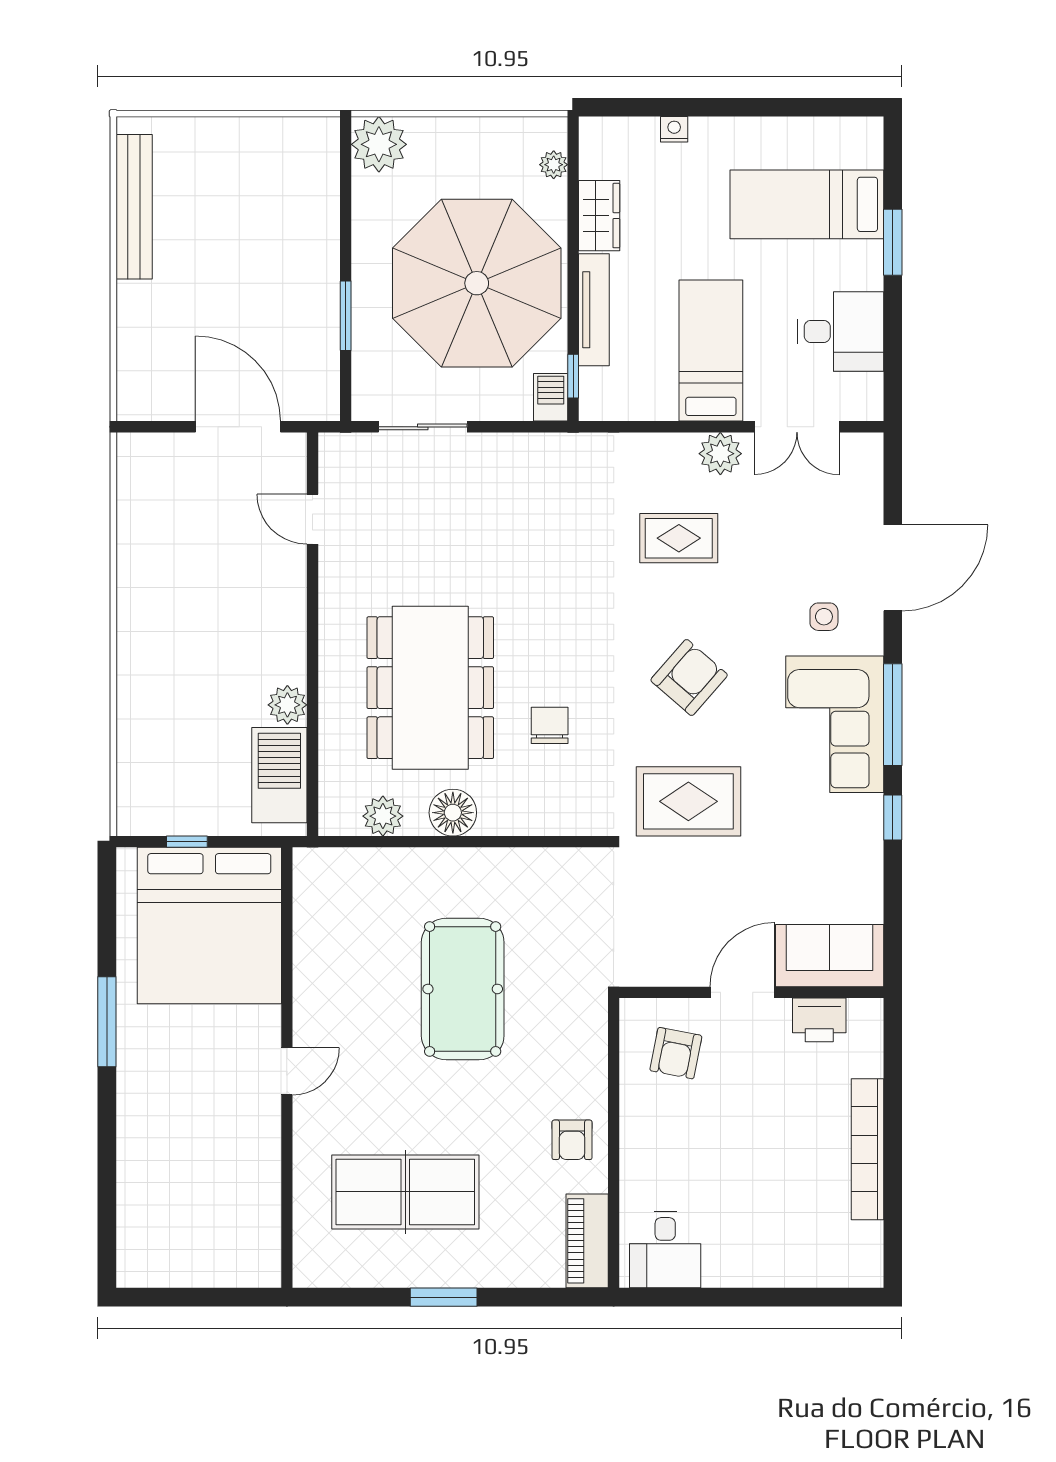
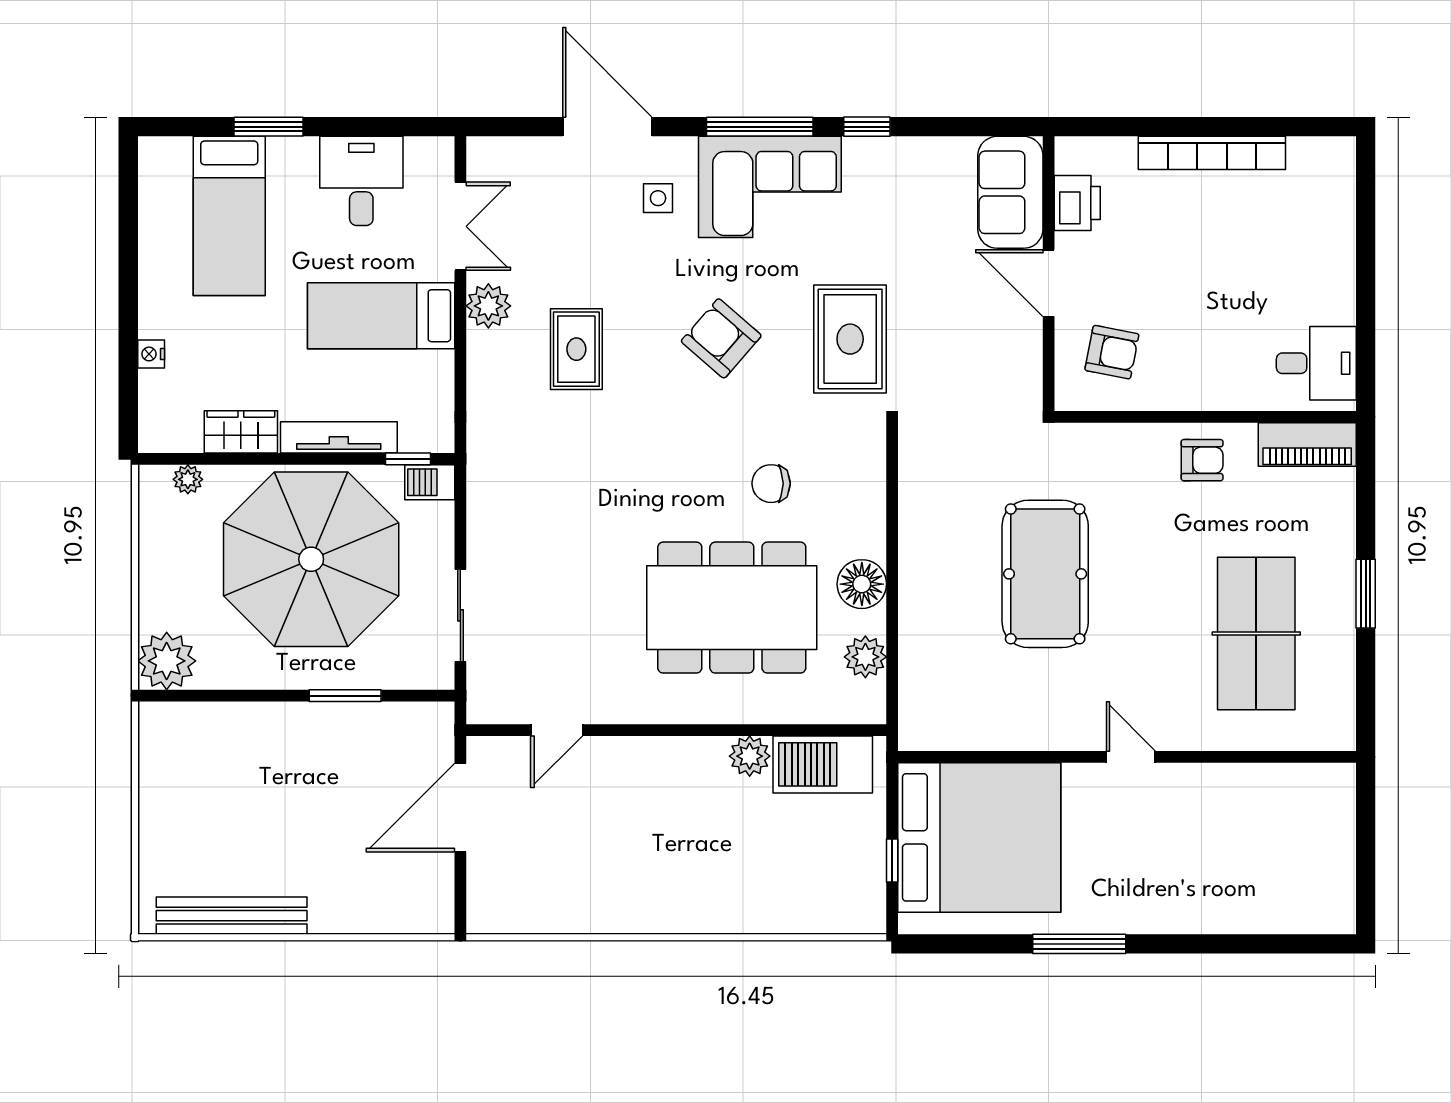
pool table: (463, 989) -> (1045, 574), turned 90

